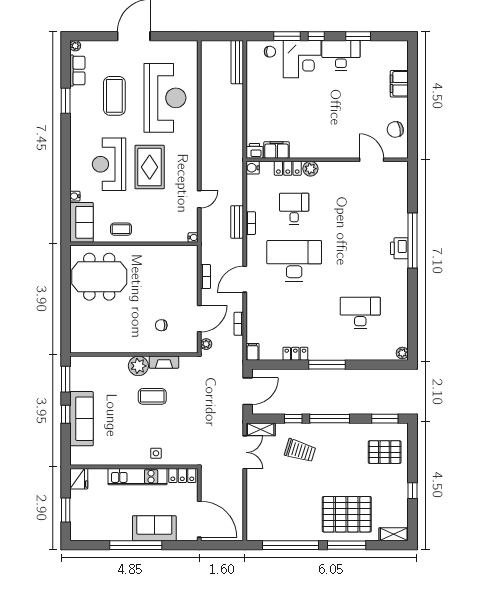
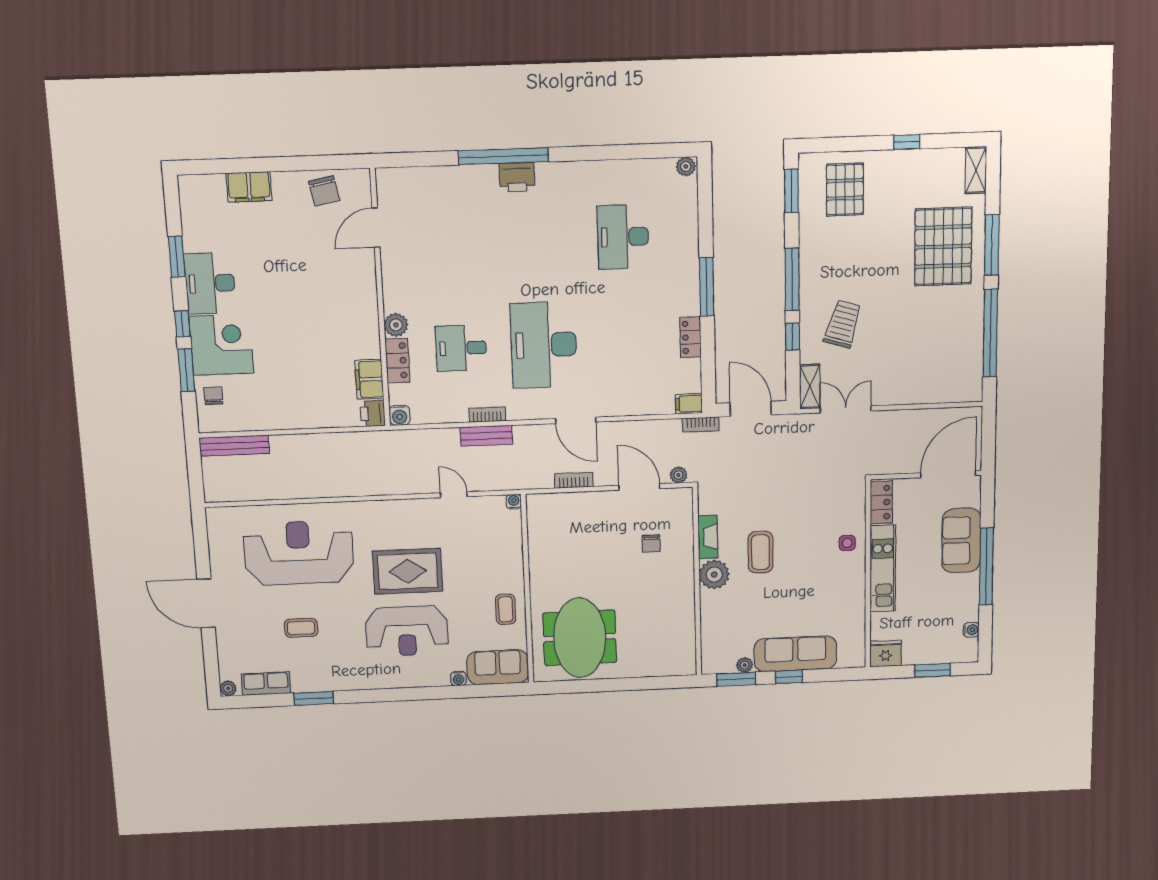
coffee table: (114, 96) -> (301, 628), width x0.54, depth x0.58
bookcase: (239, 324) -> (701, 425), moved
plant: (75, 385) -> (745, 665), added
water cooler: (93, 536) -> (971, 630), added

